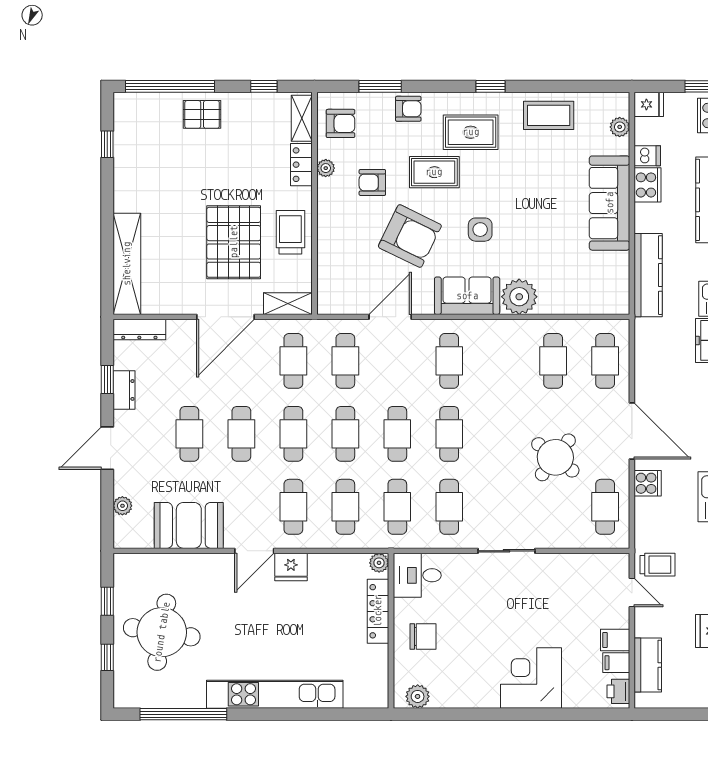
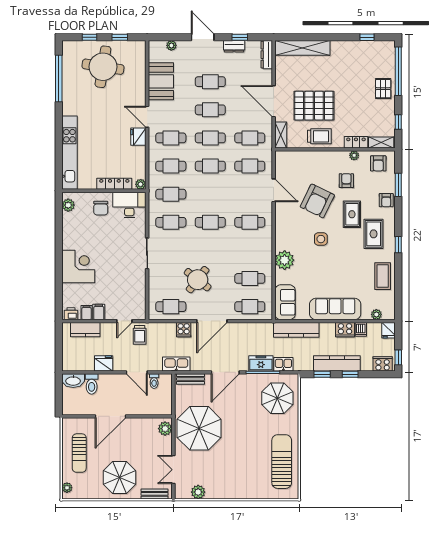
sofa: (467, 296) -> (285, 302), moved
cafe table: (397, 434) -> (210, 194), removed
desk: (417, 575) -> (129, 205), width x1.37
kitchen unit: (275, 694) -> (69, 153), moved

